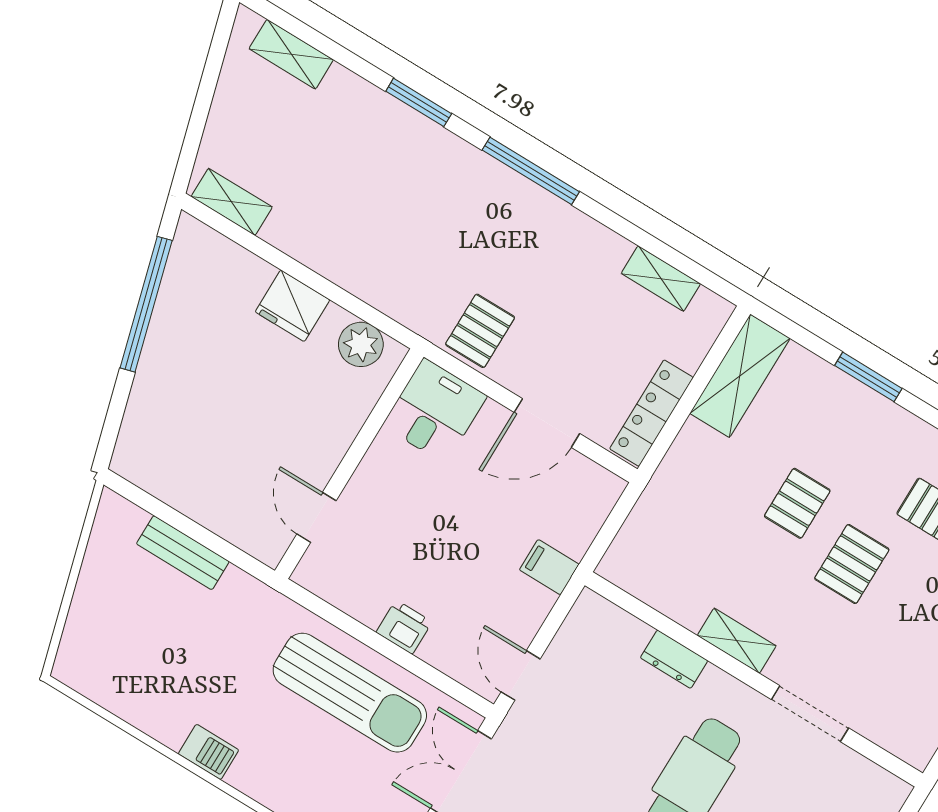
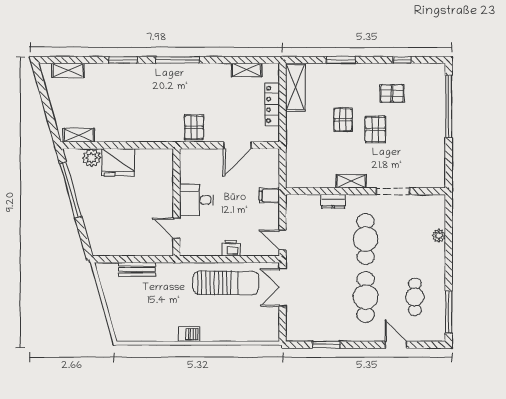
fridge: (292, 306) -> (118, 162), width x1.36, depth x1.34
plant: (361, 344) -> (92, 158), moved
desk: (435, 411) -> (196, 200), moved, turned -90
locker: (651, 413) -> (272, 104), moved

